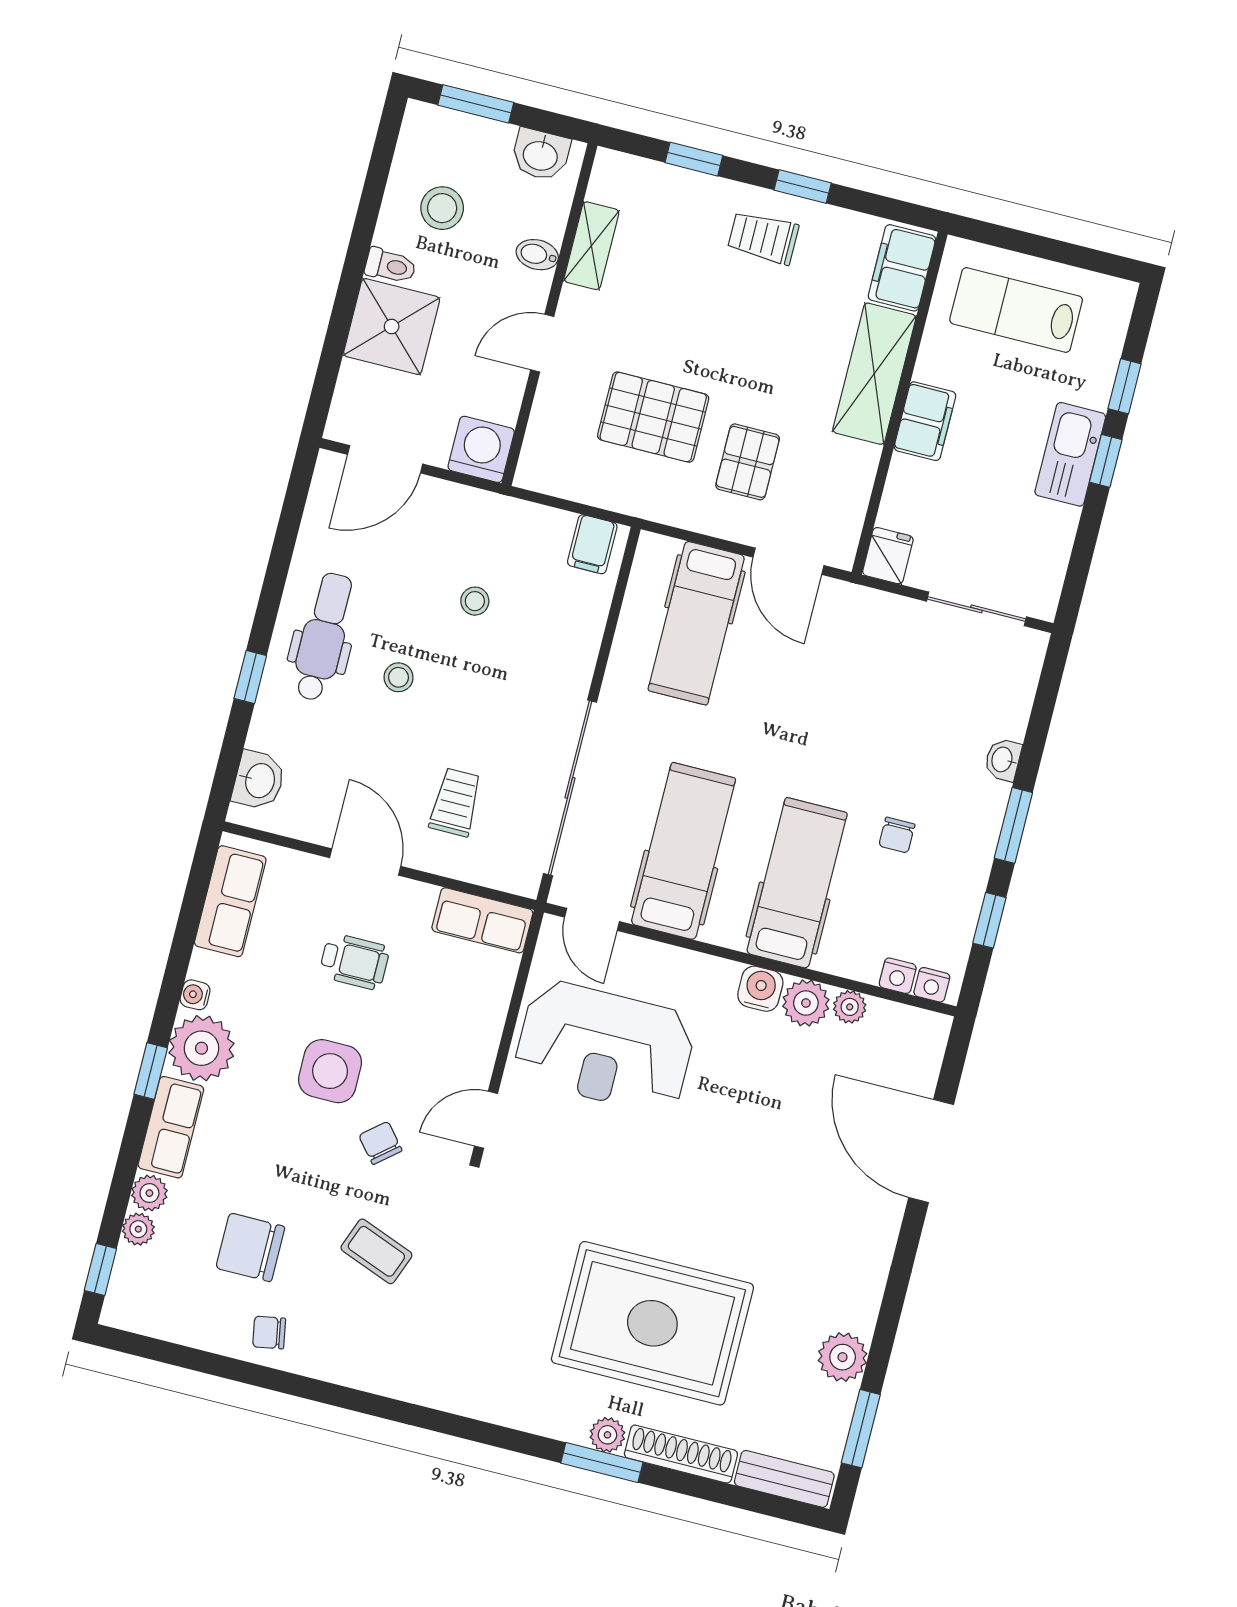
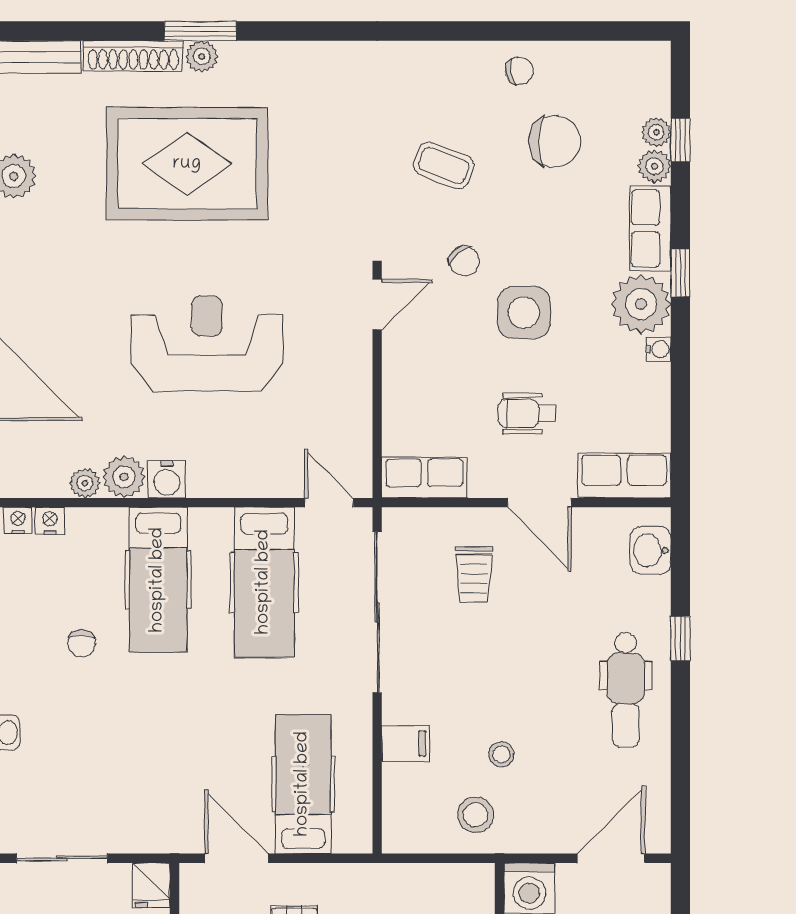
filing cabinet: (592, 544) -> (406, 743), moved, turned 90
stool: (399, 677) -> (476, 815), moved, width x1.37, depth x1.37
chair: (897, 835) -> (82, 643), turned 180
row of seats: (230, 901) -> (624, 476), moved, turned 90
reception desk: (605, 1047) -> (207, 344), moved
window: (100, 1270) -> (680, 140), moved

